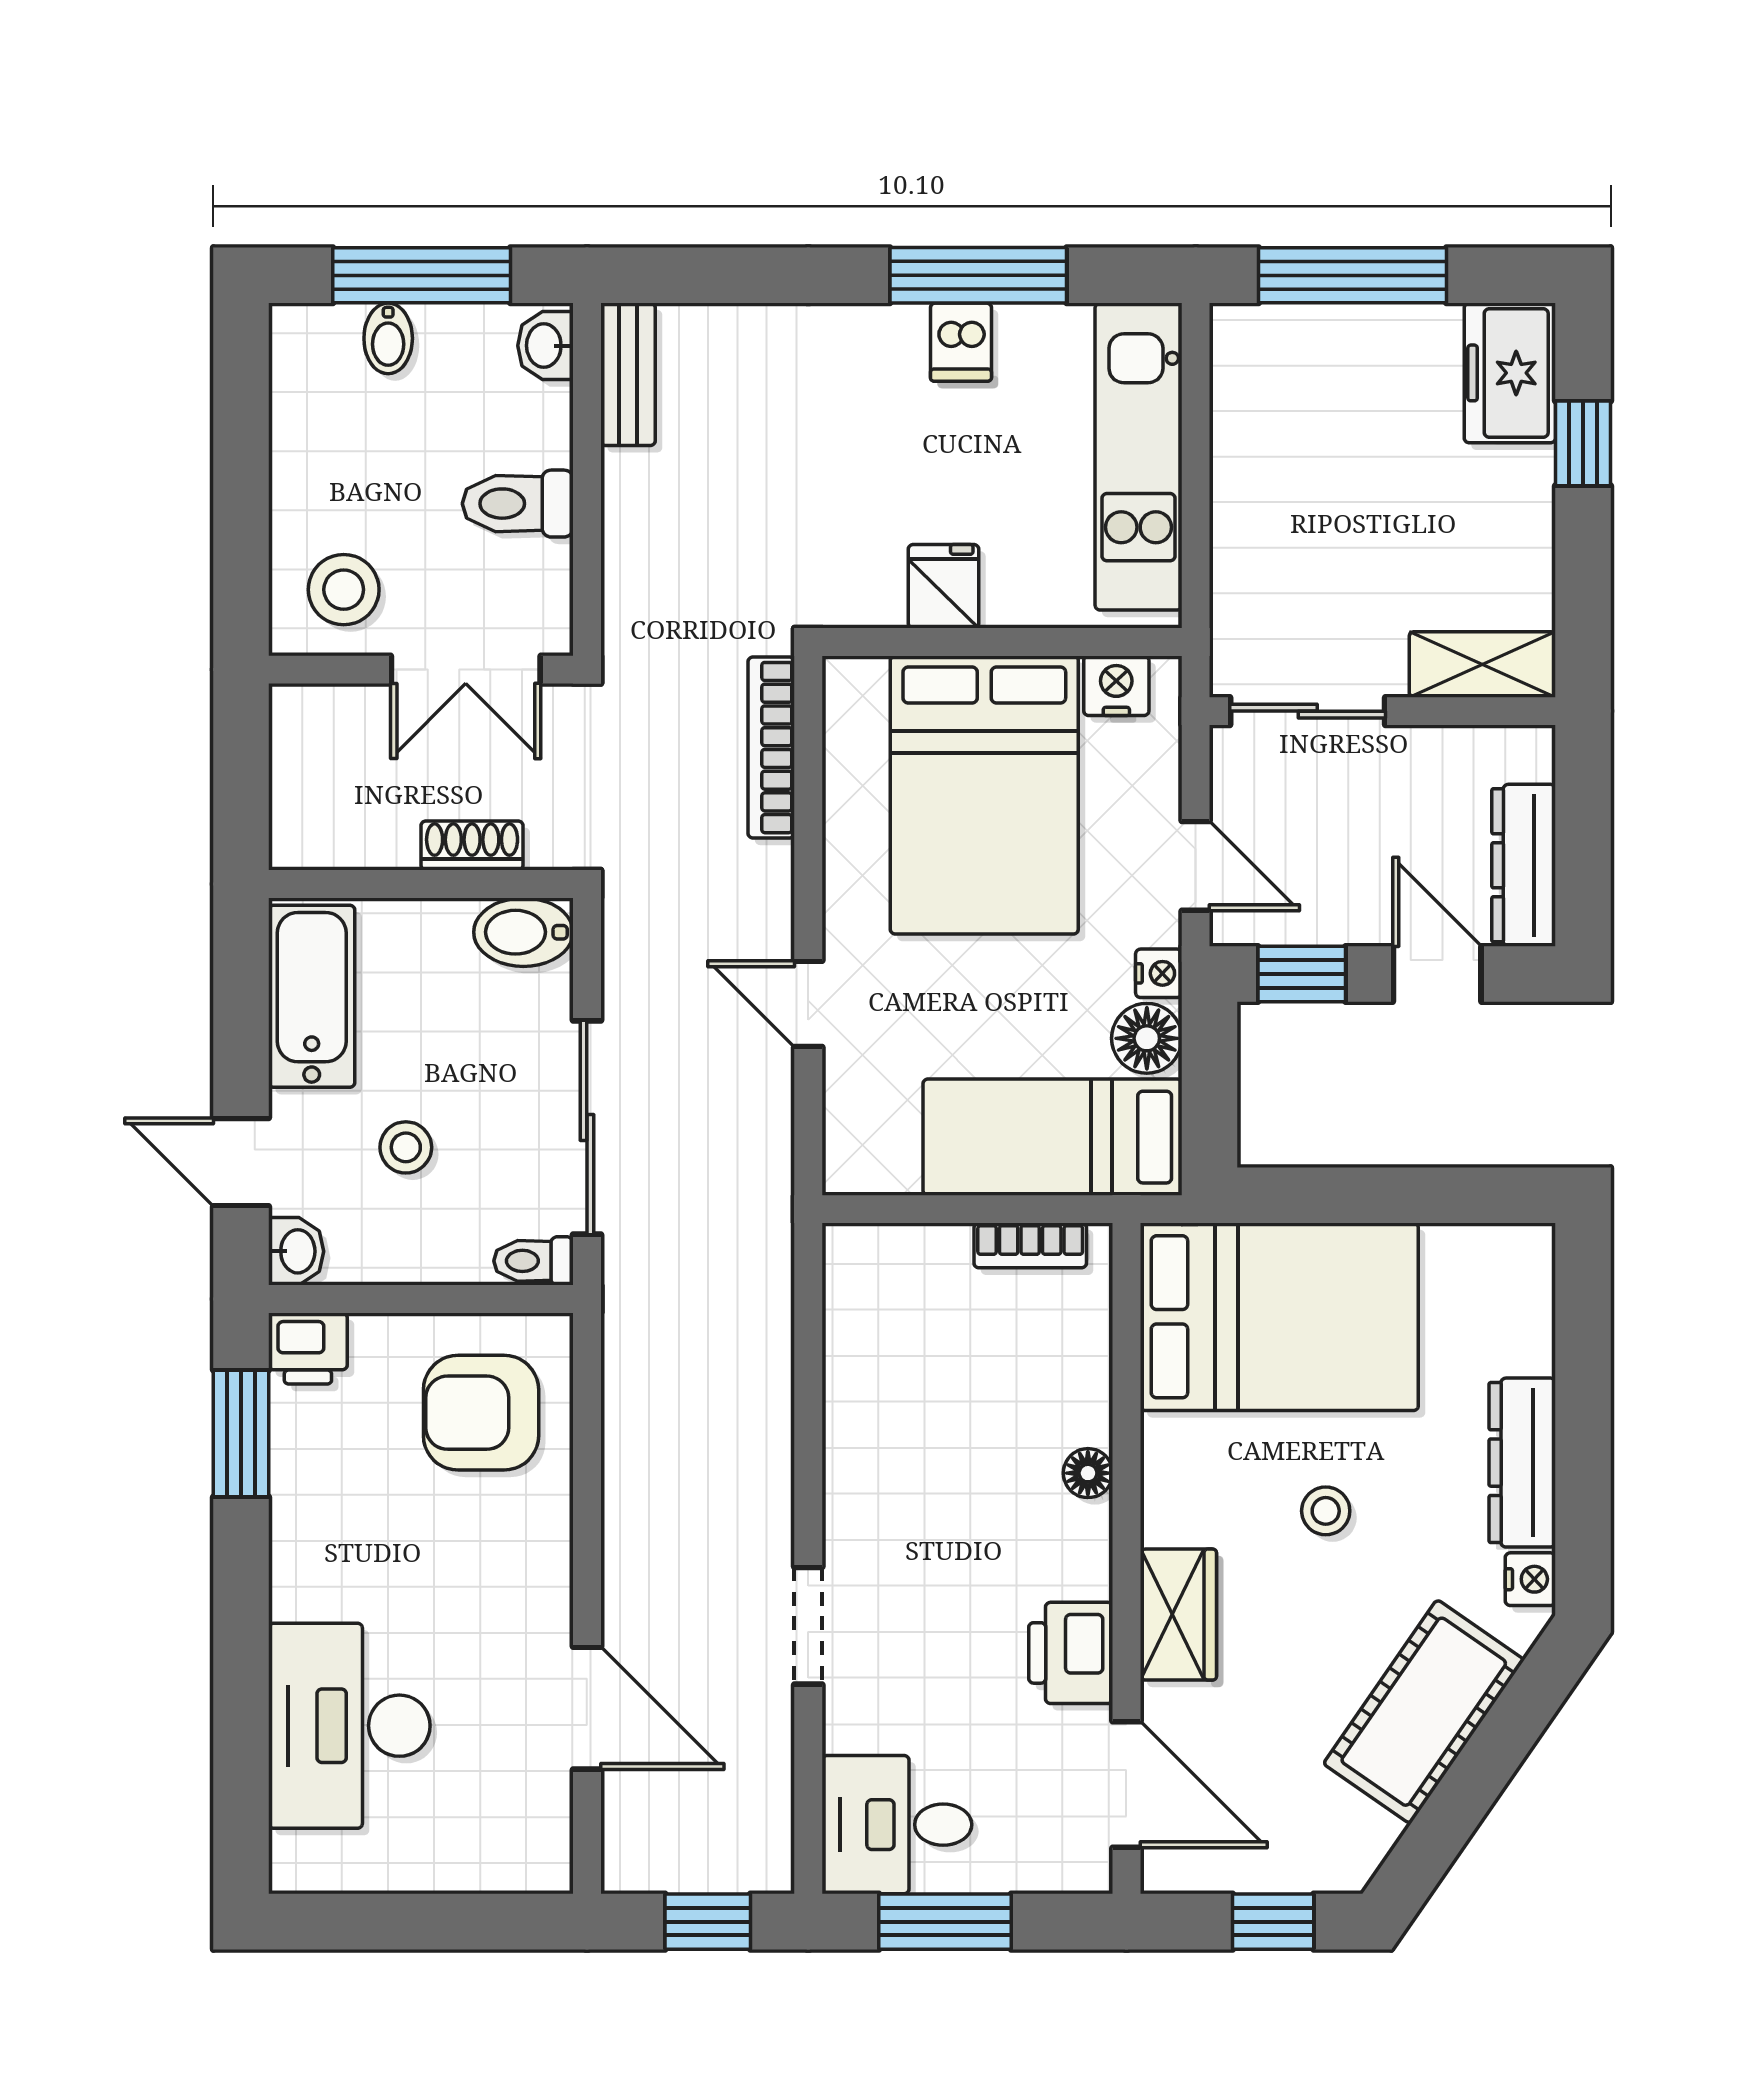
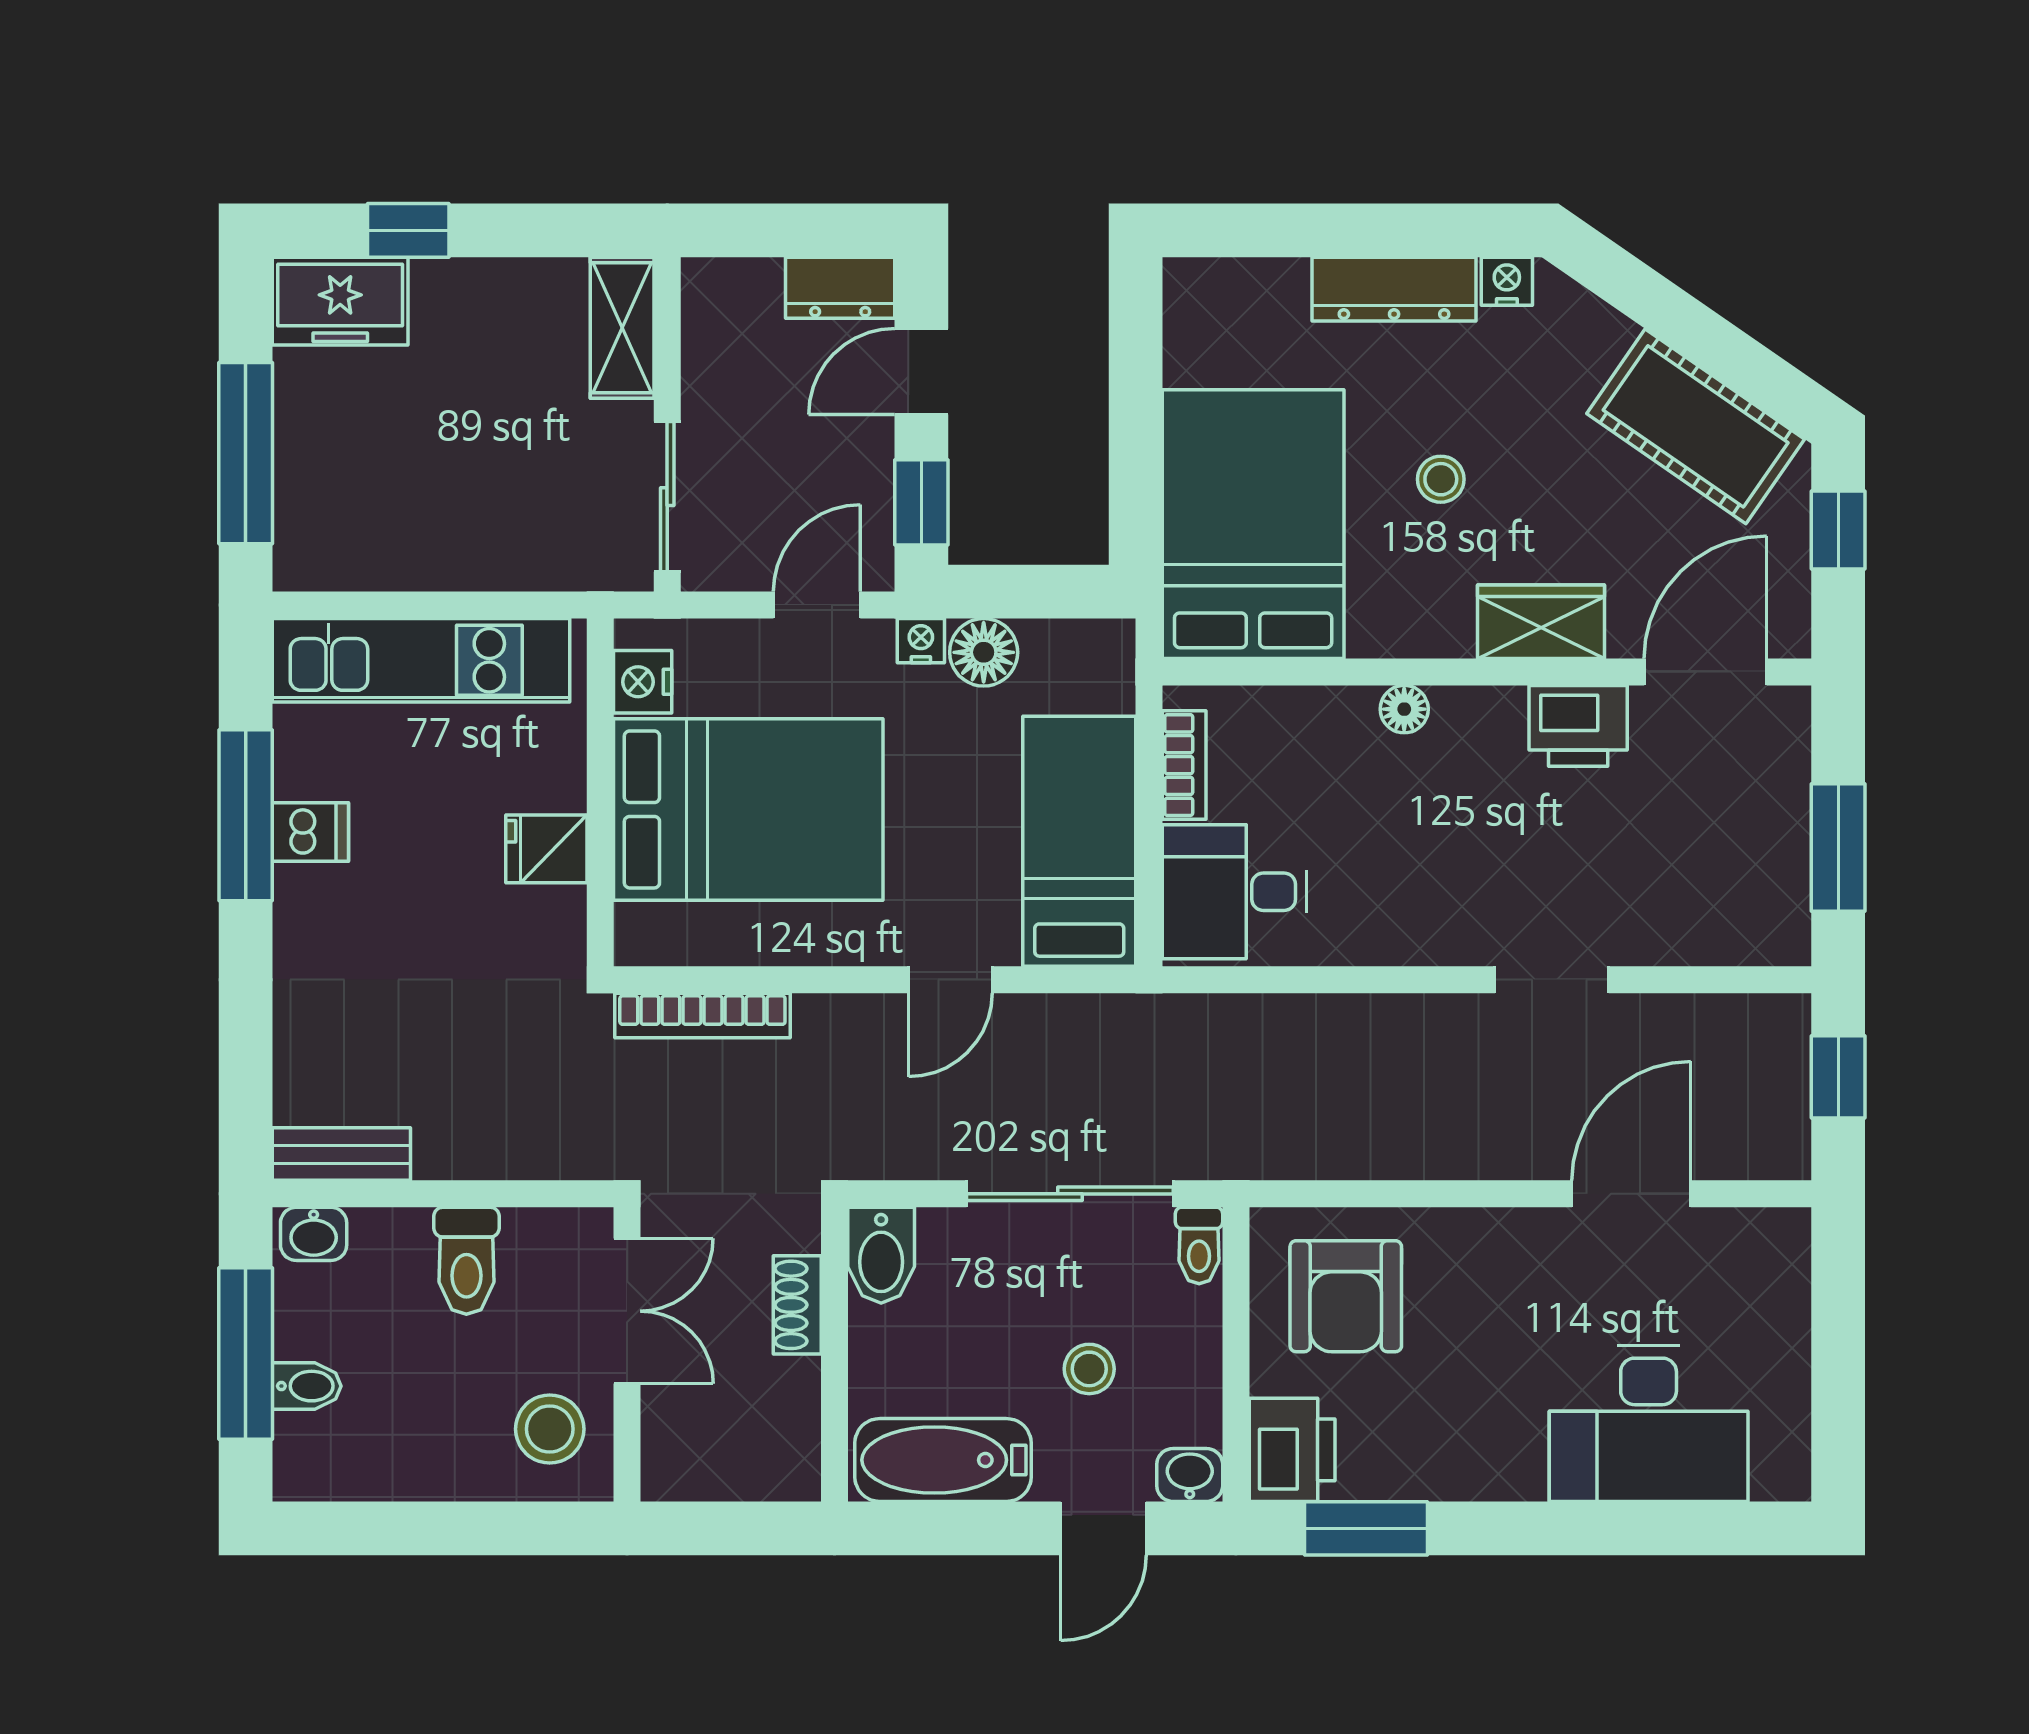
dresser: (1524, 865) -> (840, 288), width x0.70
bed: (1052, 1137) -> (1079, 841), moved, turned 180
printer: (308, 1349) -> (1292, 1450), width x1.36, depth x1.24
cot: (1424, 1712) -> (1696, 426), moved
desk: (897, 1825) -> (1235, 892), moved, turned 90

